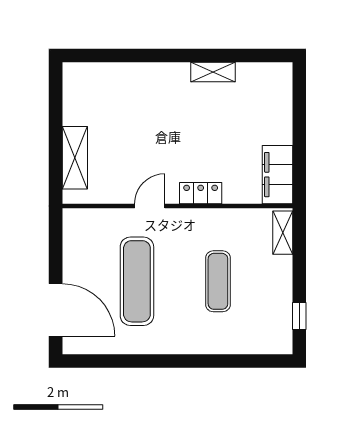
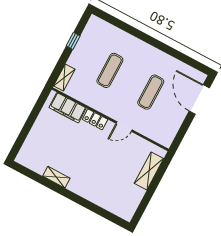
filing cabinet: (277, 175) -> (68, 108), moved, turned 90
exercise mat: (137, 281) -> (151, 92), width x0.73, depth x0.69
window: (299, 316) -> (73, 41), moved

